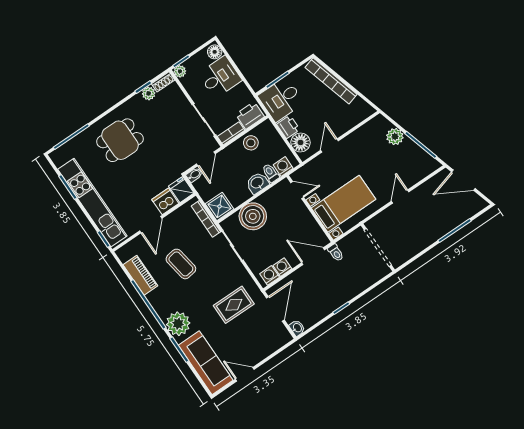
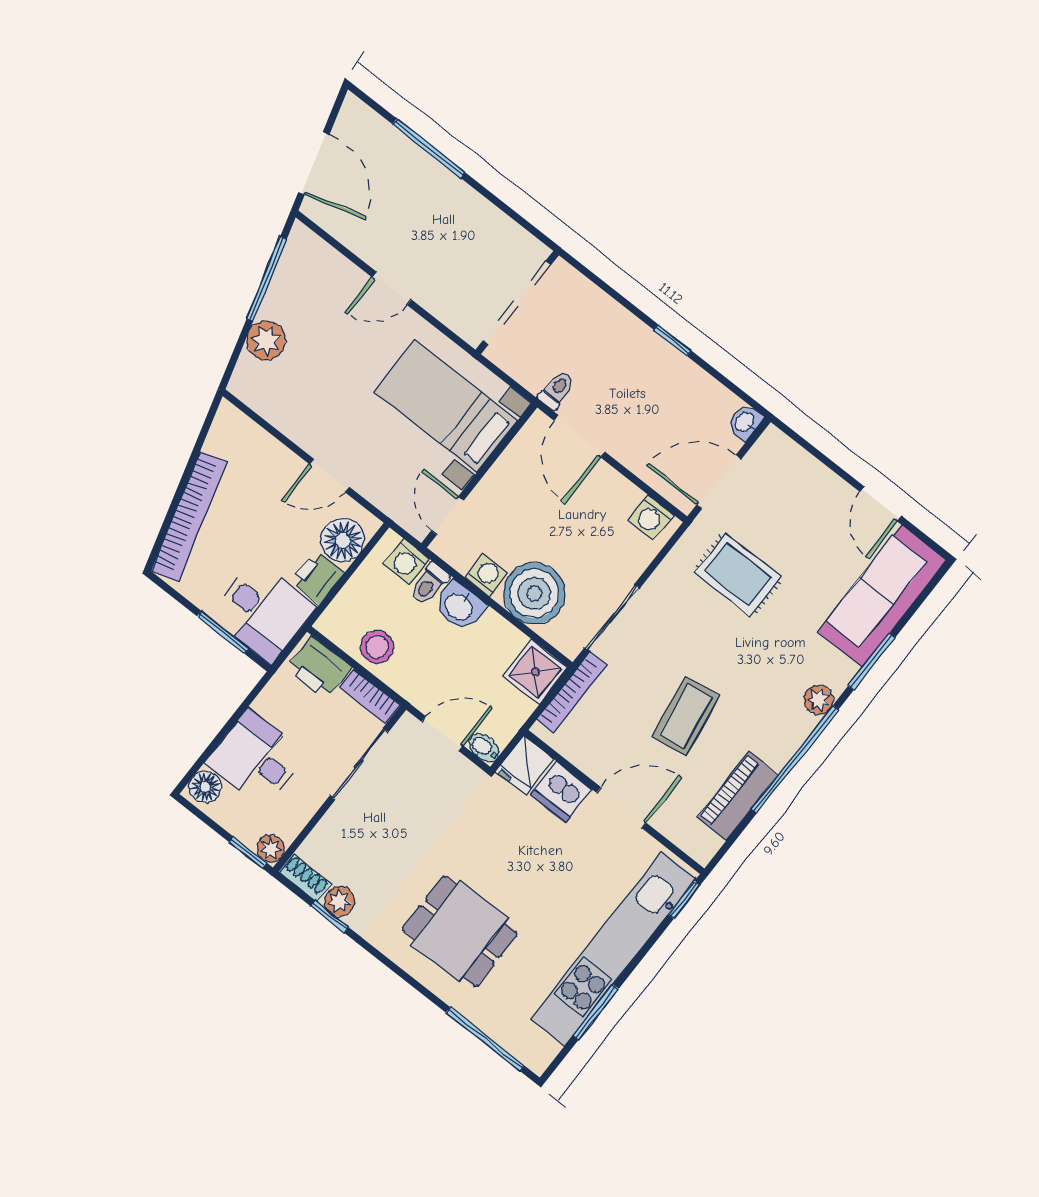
washing machine: (282, 267) -> (486, 575), moved, turned 180
plant: (178, 324) -> (819, 700), width x0.53, depth x0.53

